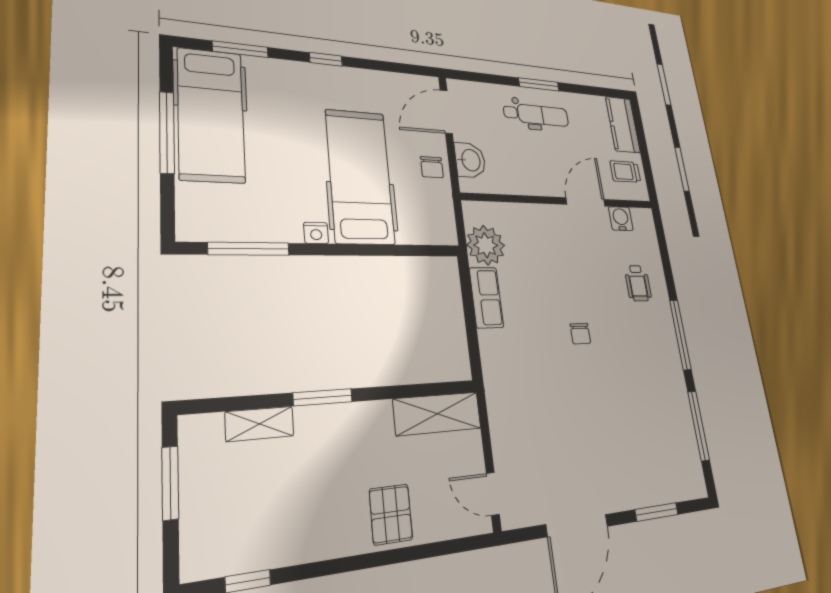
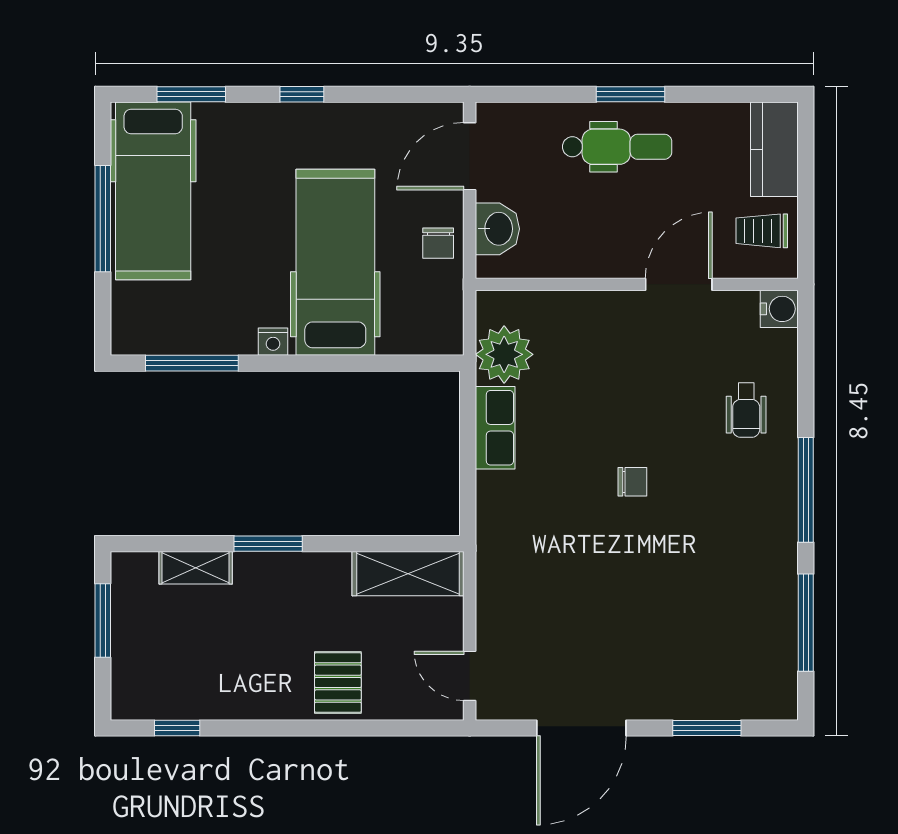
water cooler: (621, 219) -> (779, 309), moved, turned 90
chair: (580, 334) -> (632, 482), turned -90

